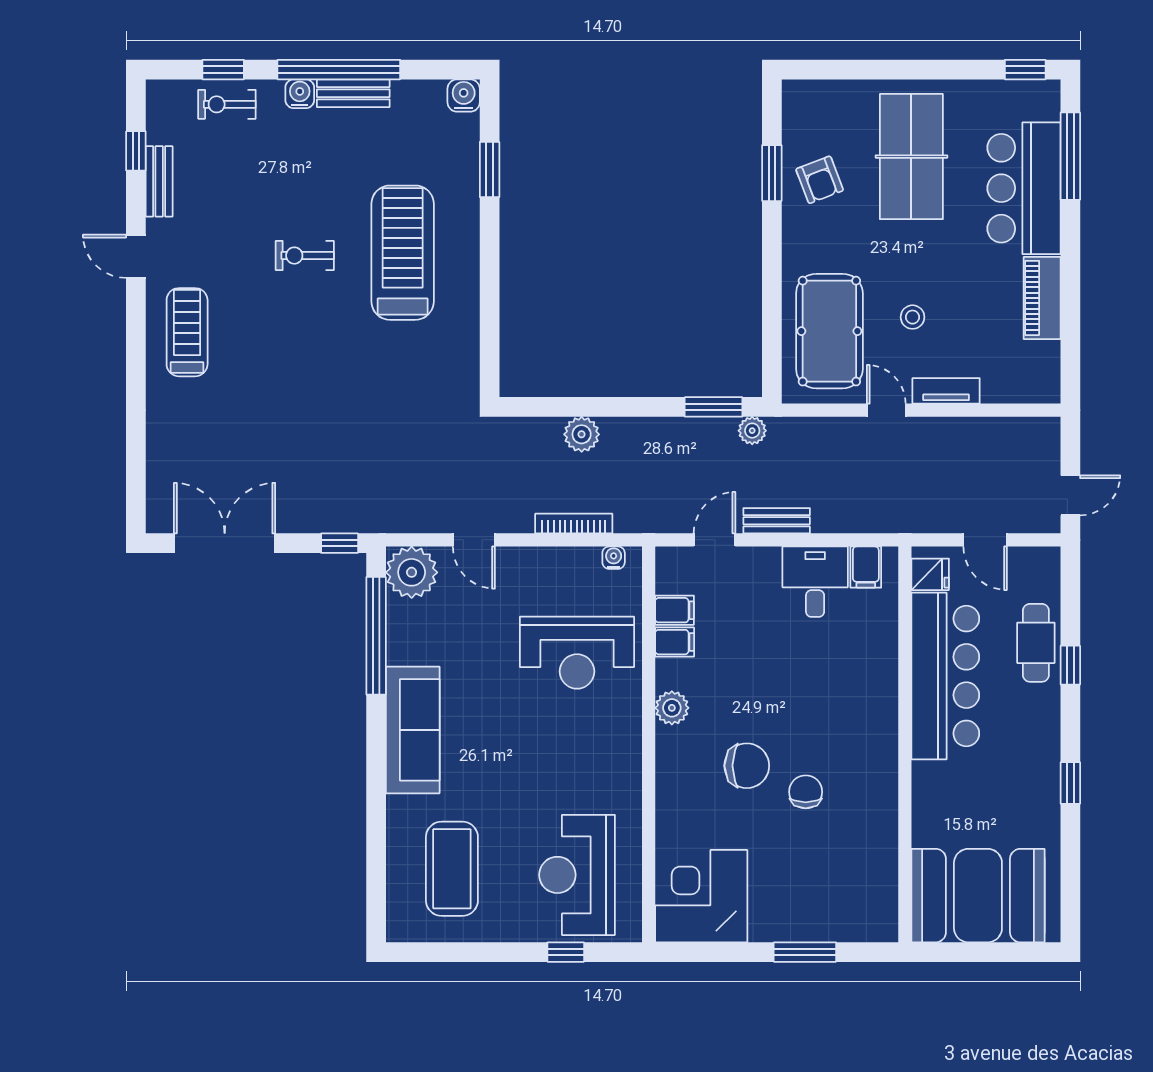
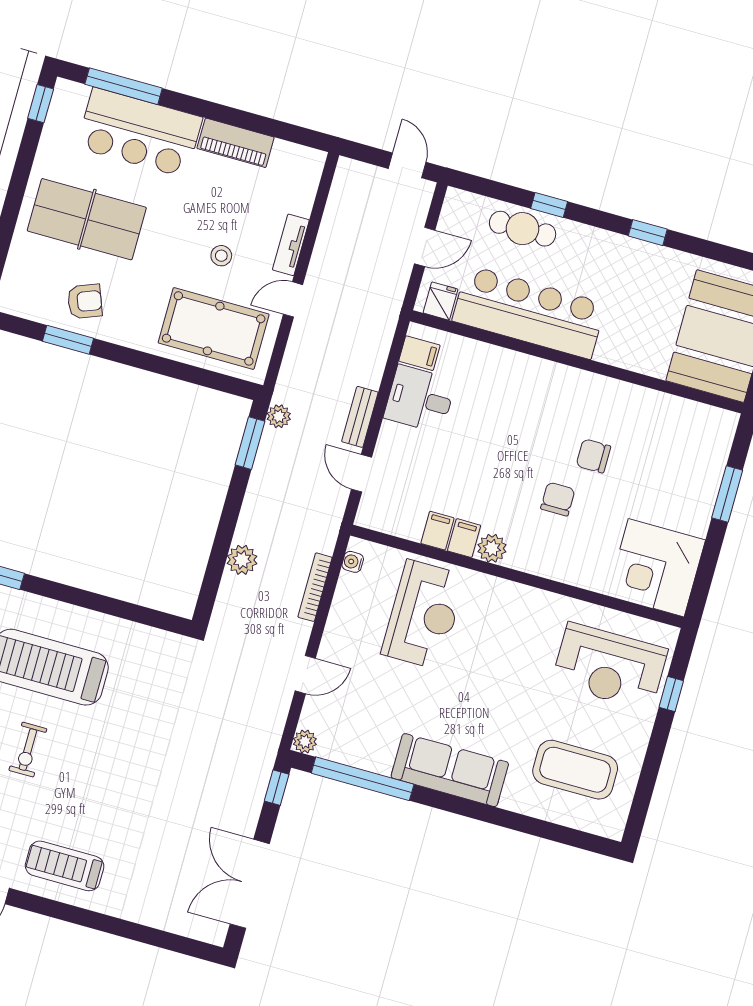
plant: (412, 572) -> (305, 741), width x0.53, depth x0.53
filing cabinet: (675, 610) -> (464, 538), moved
chair: (747, 766) -> (558, 499), width x0.73, depth x0.73

